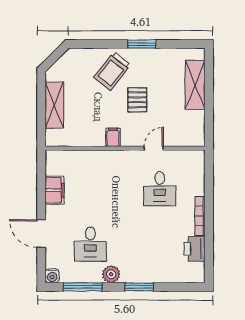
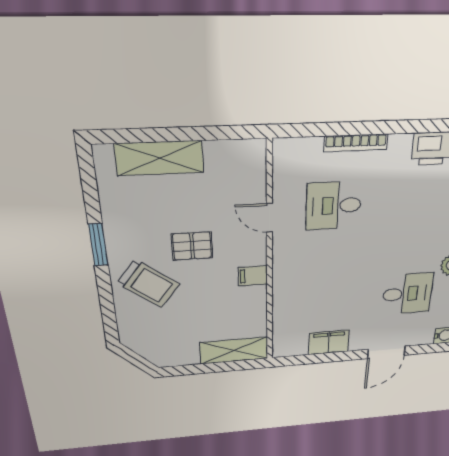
shelving: (54, 105) -> (234, 351), moved
desk: (160, 189) -> (334, 206), turned 180
bookcase: (200, 216) -> (356, 143), moved

